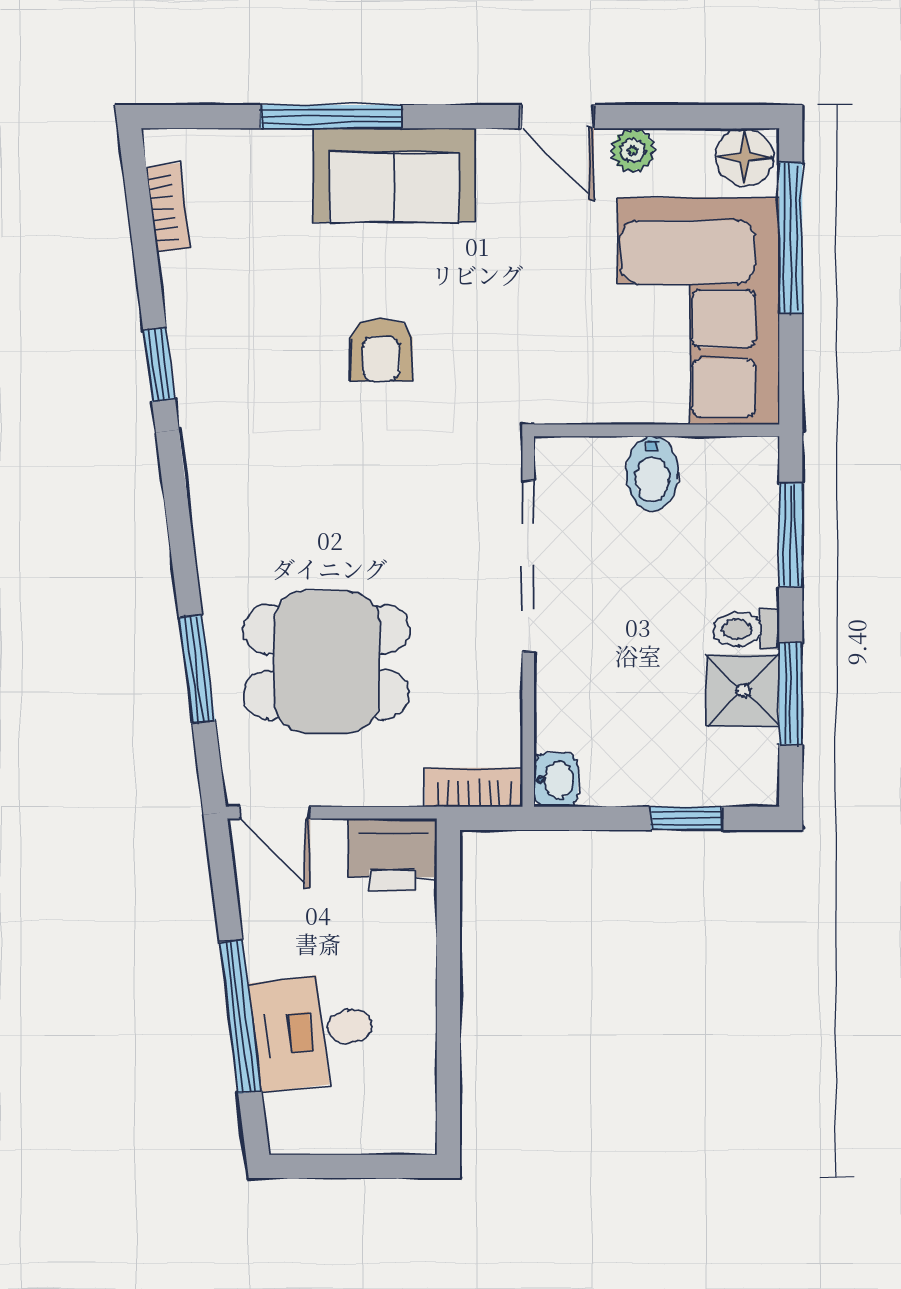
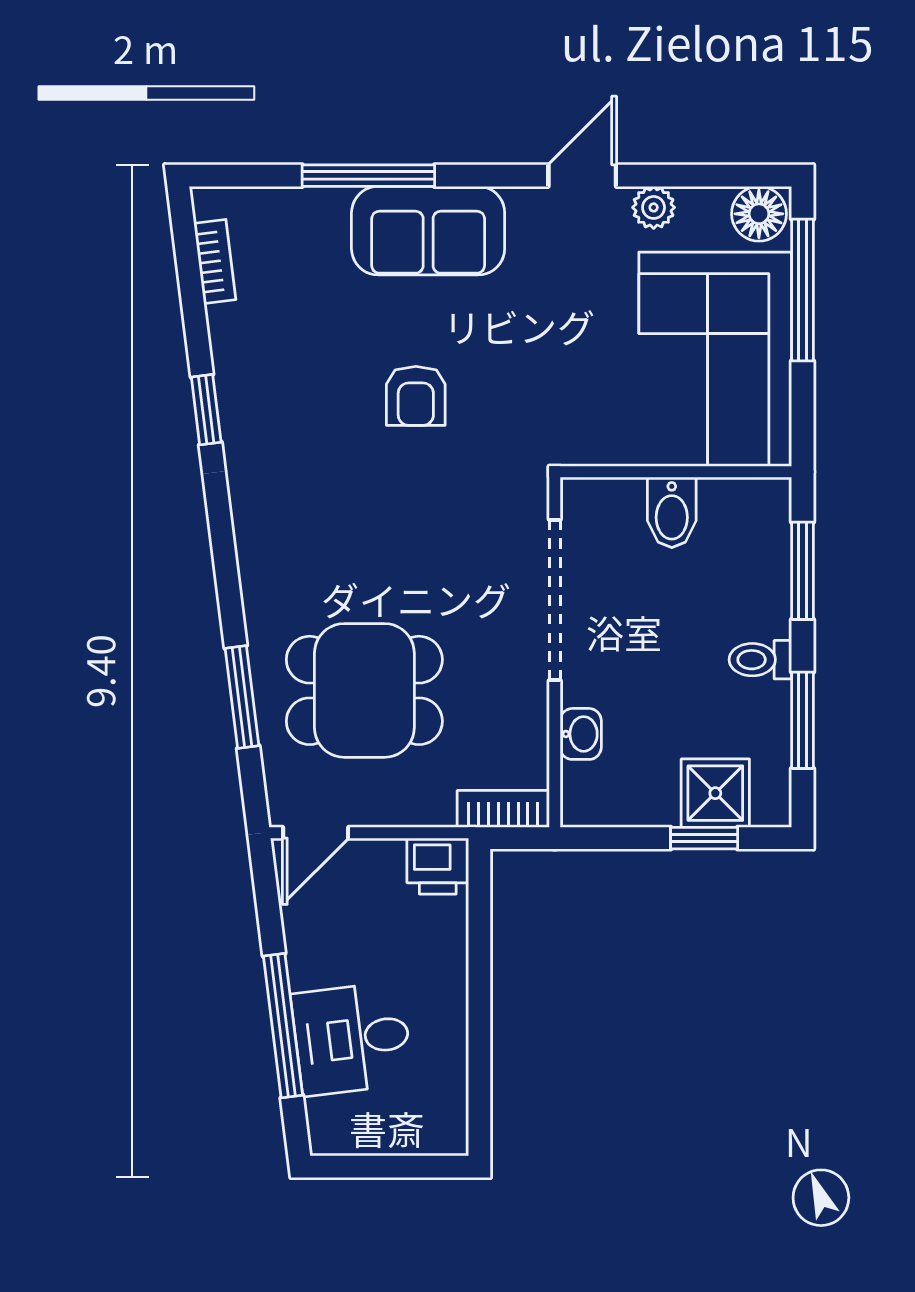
door: (557, 117) -> (582, 176), swing flipped
shower: (743, 691) -> (715, 793), moved
washbasin: (556, 780) -> (581, 734), moved
door: (275, 813) -> (316, 833), hinge flipped
printer: (393, 855) -> (438, 866), width x0.73, depth x0.81

